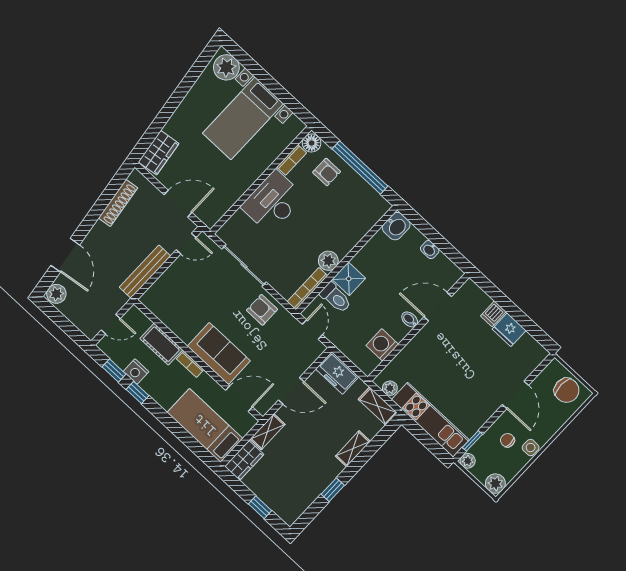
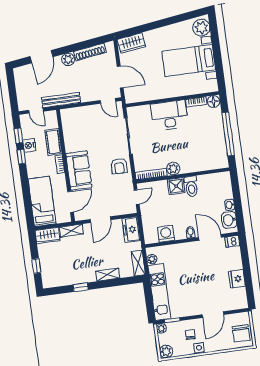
armchair: (327, 172) -> (209, 123), removed
washbasin: (396, 226) -> (229, 220), moved, turned 90
bench: (145, 272) -> (61, 100), moved
plant: (56, 294) -> (68, 59), moved
toilet: (336, 298) -> (191, 186), moved
armchair: (262, 310) -> (119, 166), turned 180
dishwasher: (493, 314) -> (232, 241), moved
door: (291, 391) -> (100, 220), hinge flipped
door: (239, 399) -> (71, 202), hinge flipped

